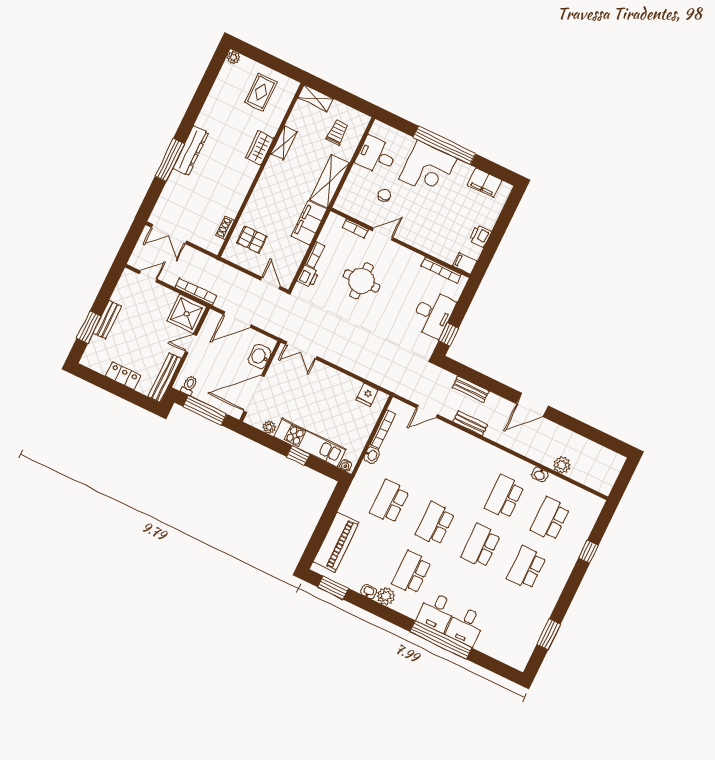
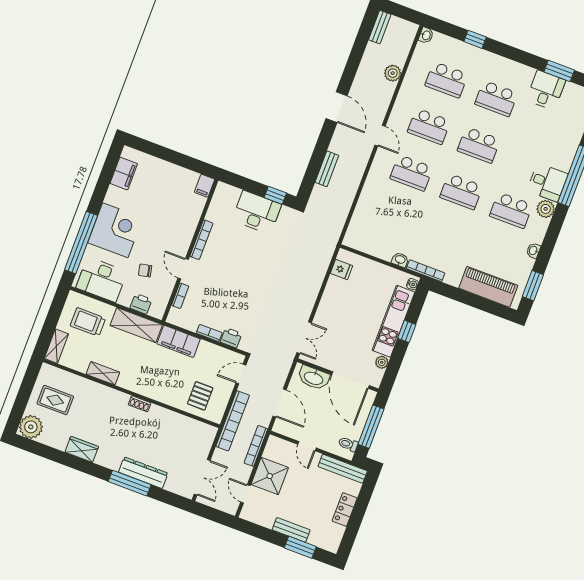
plant: (233, 57) -> (31, 427), width x1.87, depth x1.87
trolley: (337, 132) -> (88, 322), width x1.36, depth x1.39
window: (444, 145) -> (81, 243), moved
wardrobe: (260, 148) -> (82, 449), moved, turned 180
dresser: (191, 151) -> (143, 473), moved
desk: (376, 156) -> (102, 280), width x1.37
shoe rack: (225, 228) -> (140, 404), moved
printer: (480, 236) -> (141, 304), moved, turned 180
bookcase: (223, 270) -> (233, 421), added
bookcase: (441, 270) -> (201, 240), moved
round table: (361, 281) -> (231, 285), removed
shower: (187, 314) -> (270, 476), moved
washbasin: (260, 357) -> (314, 378), width x1.38
door: (427, 411) -> (380, 136), moved
bench: (470, 423) -> (380, 27), moved
bookcase: (383, 429) -> (426, 271), moved
washbasin: (540, 475) -> (426, 35), moved
school desk: (389, 502) -> (411, 173), moved
plant: (386, 596) -> (546, 209), moved
desk: (466, 626) -> (546, 90), moved, turned -90

